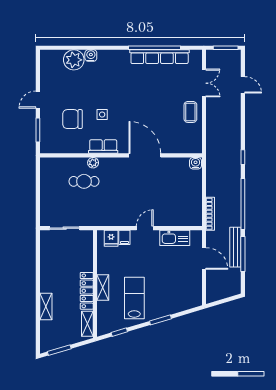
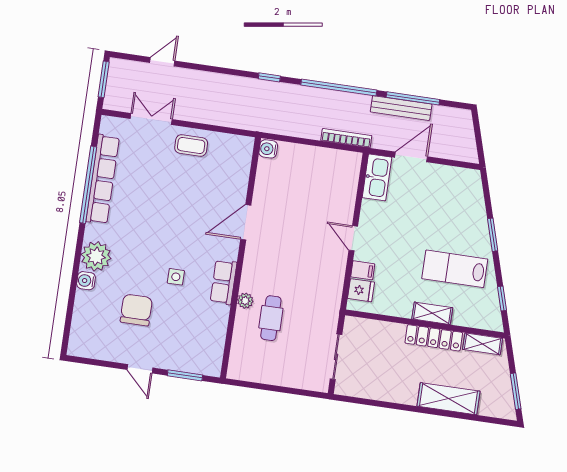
plant: (74, 60) -> (96, 256), moved
chair: (72, 119) -> (136, 310), moved, turned 180
door: (145, 155) -> (246, 222), width x0.73
kitchen sink: (175, 238) -> (377, 177), moved
shelving: (46, 306) -> (448, 399), width x1.50, depth x1.33

